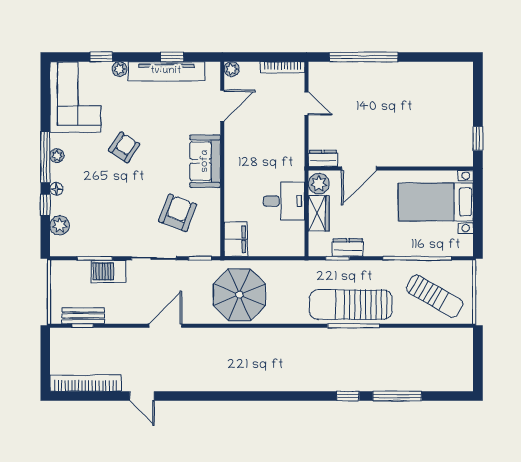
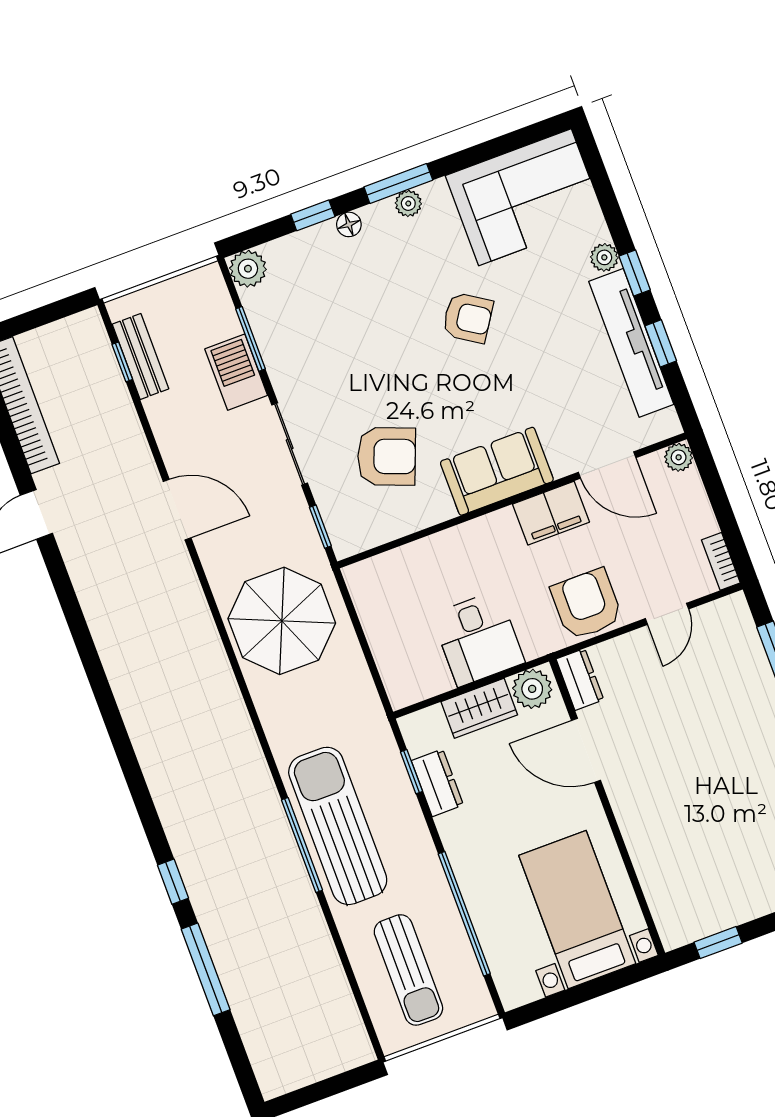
window: (101, 57) -> (635, 273), moved
bookcase: (283, 67) -> (721, 561), width x0.64
armchair: (287, 141) -> (587, 604), added
window: (45, 157) -> (398, 184), width x0.69
plant: (60, 225) -> (248, 269), moved
filing cabinet: (236, 239) -> (551, 513), moved
sun lounger: (435, 296) -> (408, 970), turned -30

